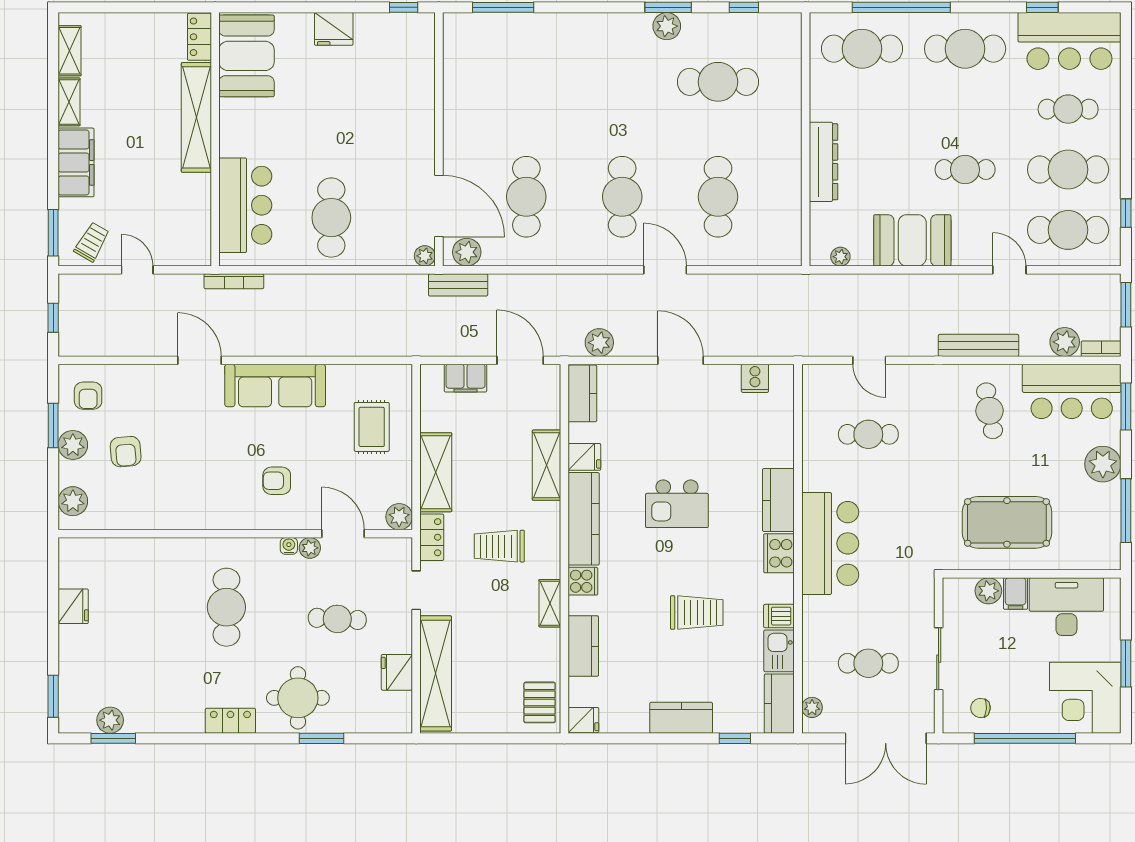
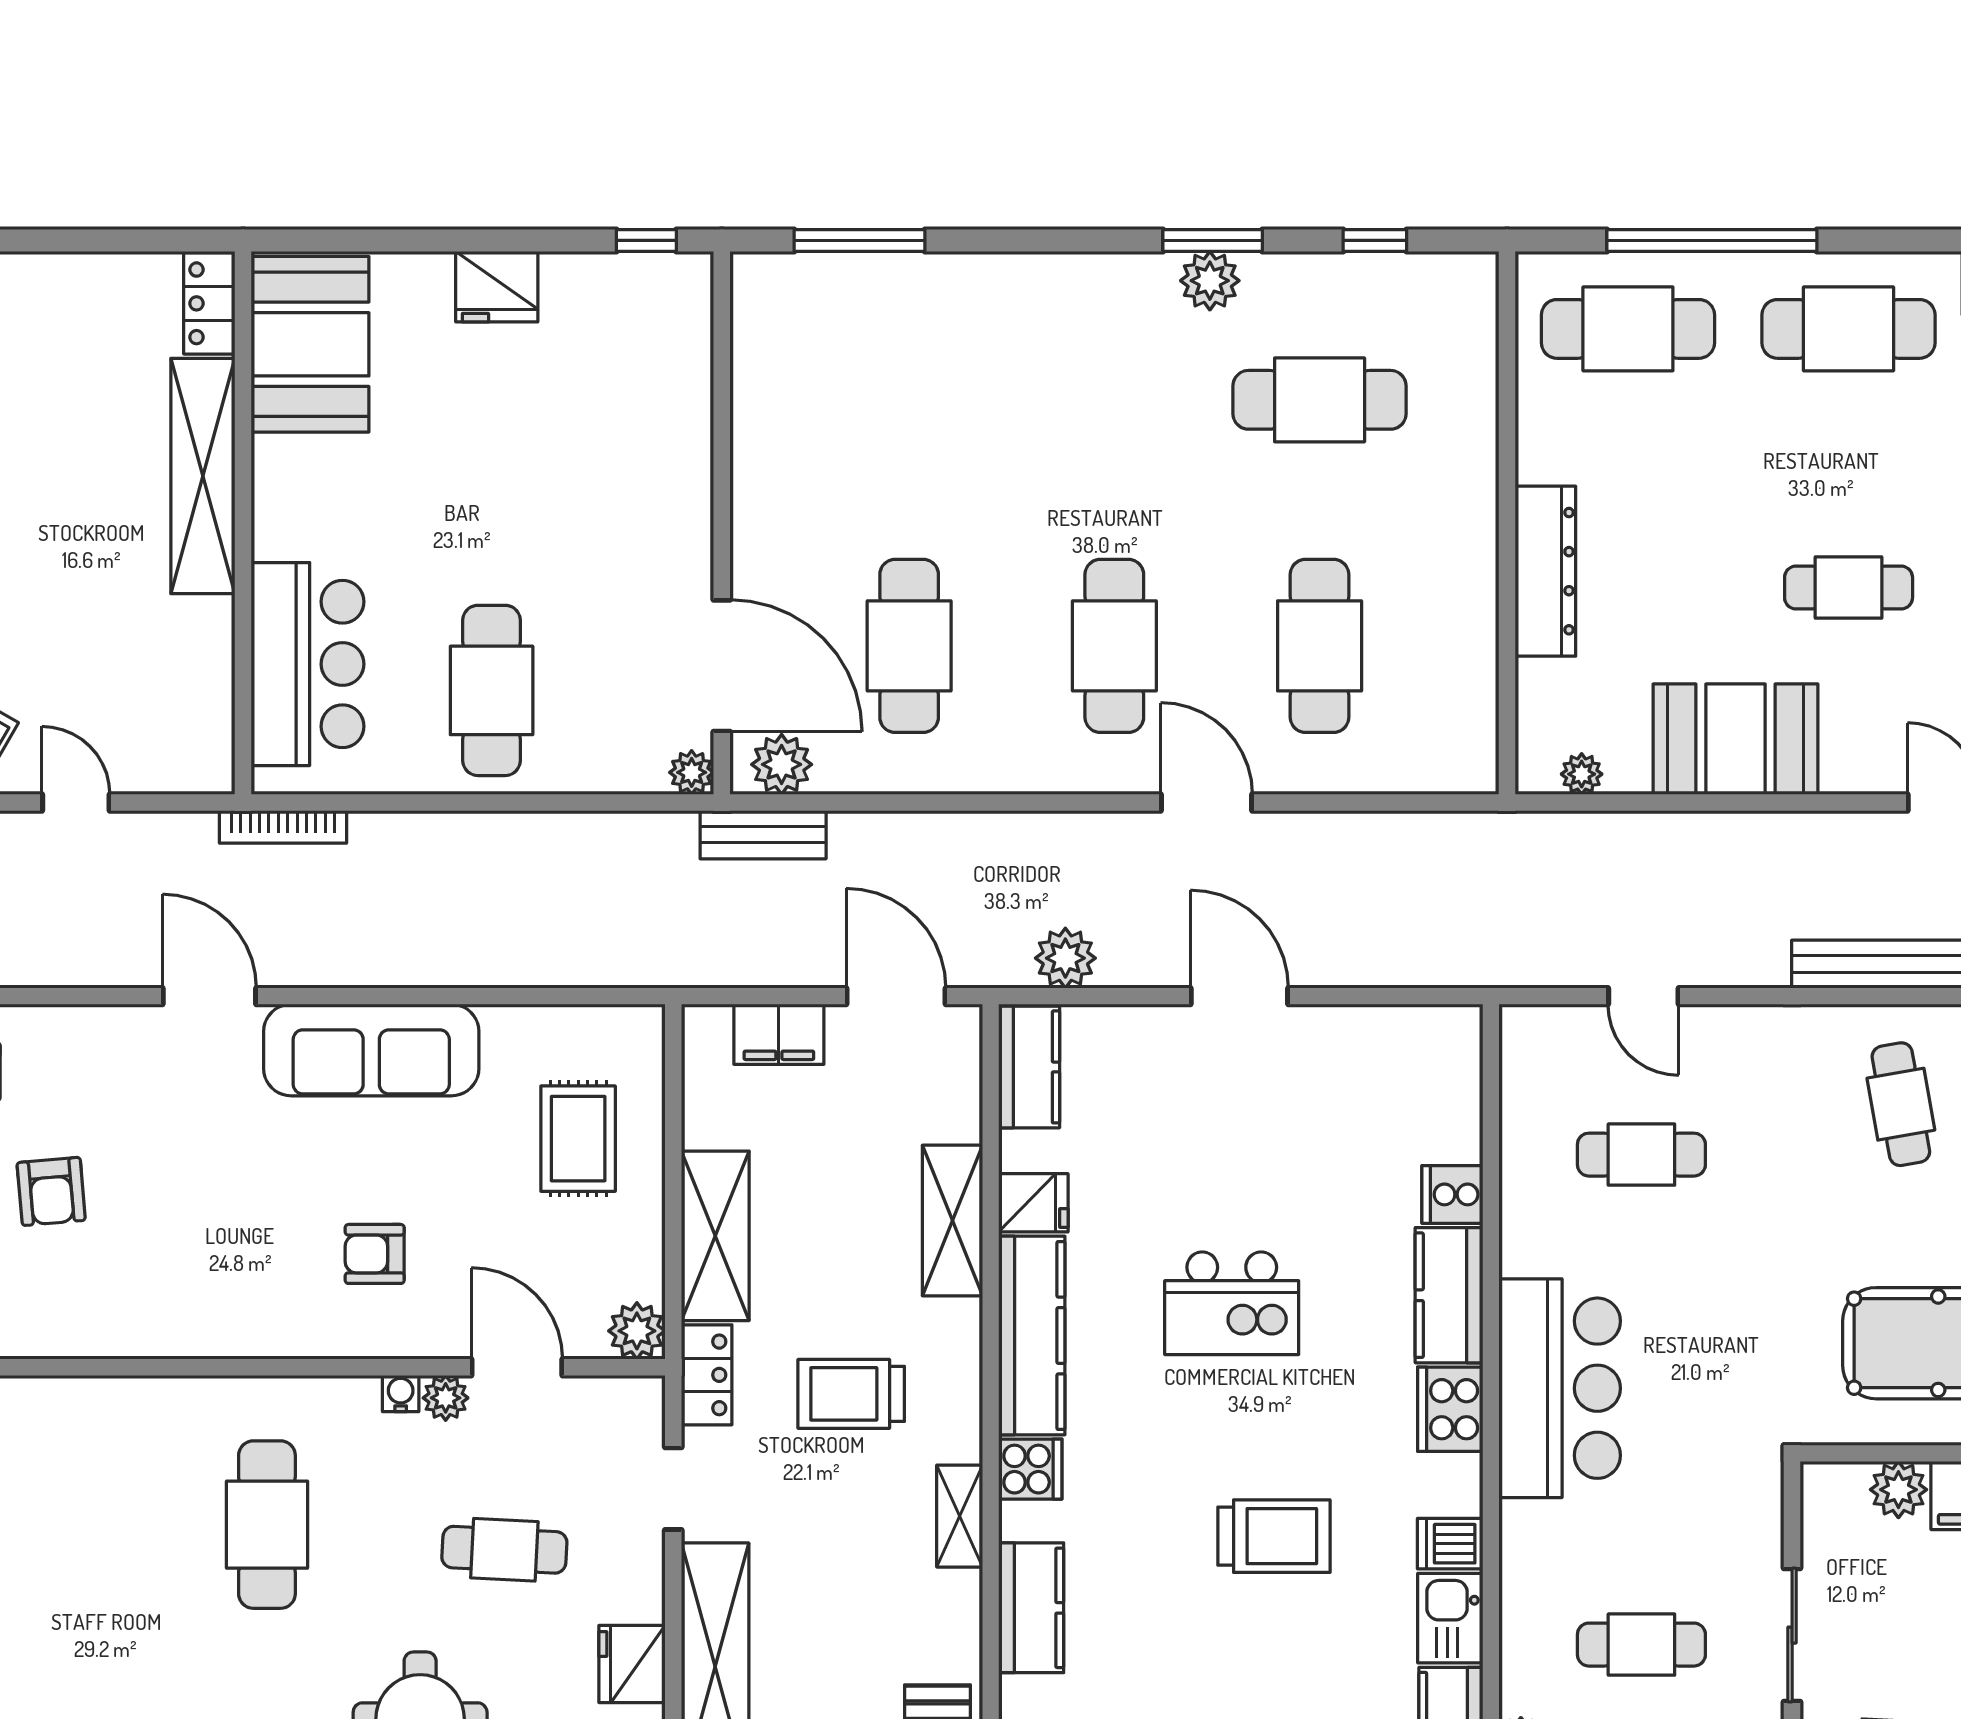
cooker: (755, 378) -> (1452, 1194), moved, turned 90

